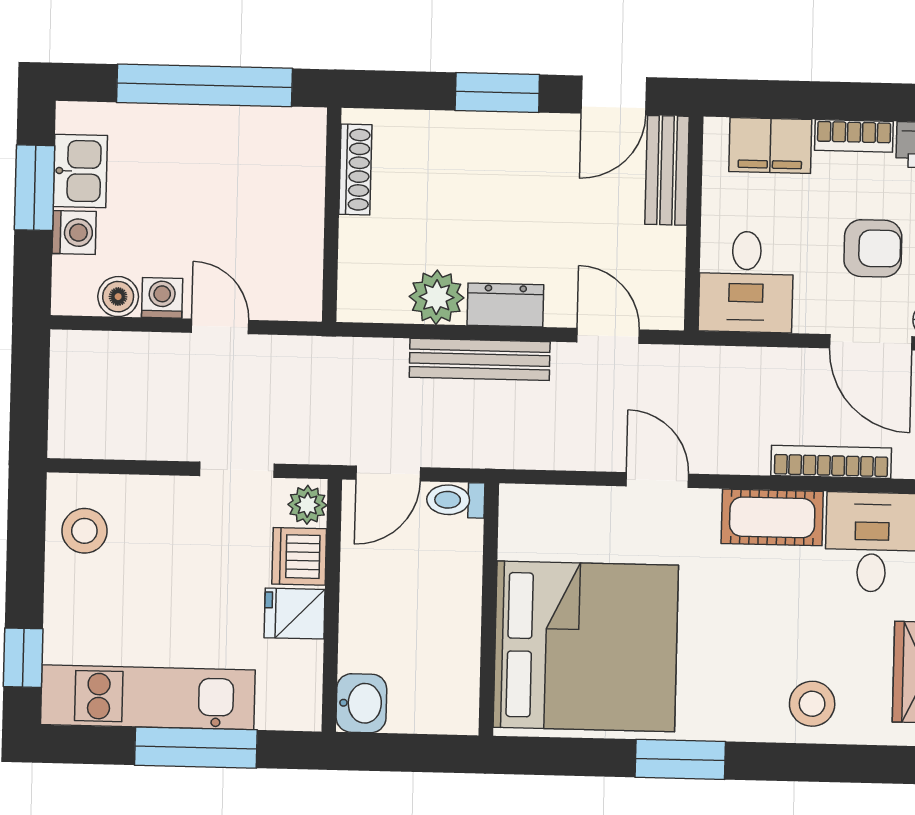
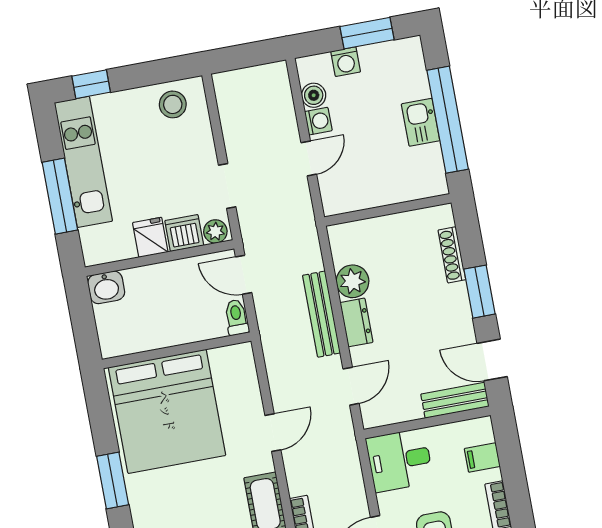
filing cabinet: (770, 145) -> (482, 457), width x0.50
shoe rack: (355, 170) -> (452, 255), moved, turned 90
kitchen sink: (80, 171) -> (421, 122), moved, turned 90

